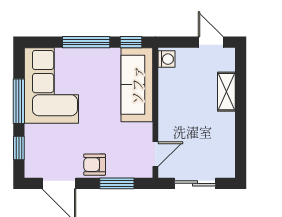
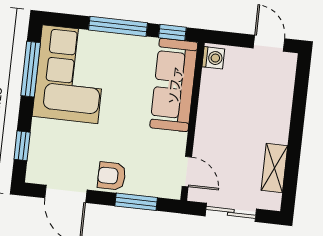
shelving: (226, 92) -> (274, 168), moved
window: (19, 101) -> (31, 69), moved
door: (155, 154) -> (187, 172), hinge flipped

